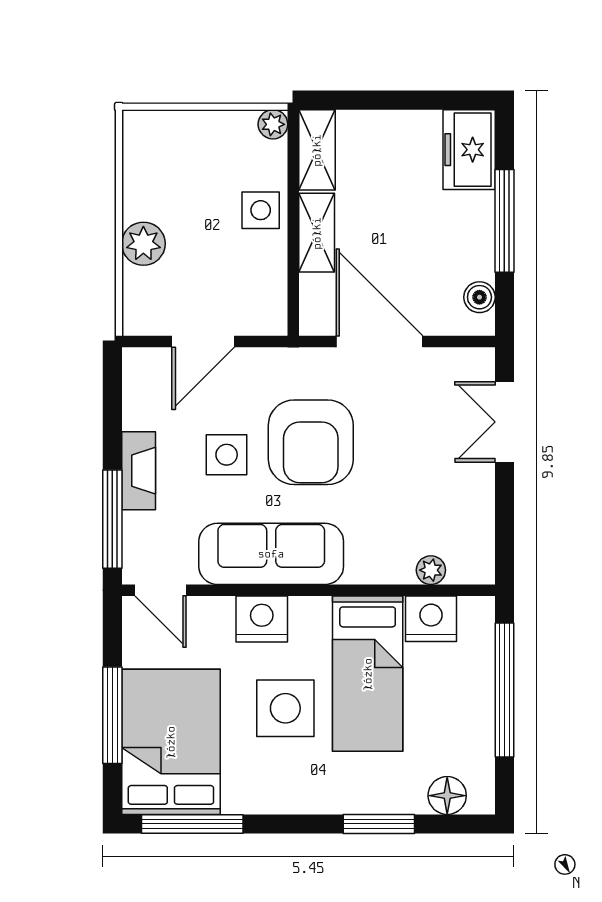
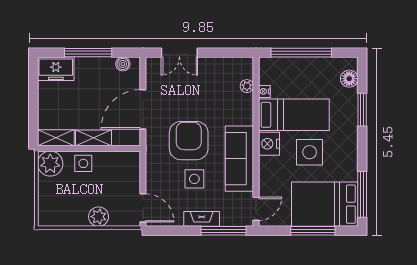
plant: (273, 124) -> (50, 164), width x1.88, depth x1.88
door: (203, 341) -> (143, 208), moved
armchair: (311, 442) -> (189, 141), turned -90
nightstand: (262, 619) -> (269, 144), moved
nightstand: (431, 619) -> (264, 91), width x0.53, depth x0.56

